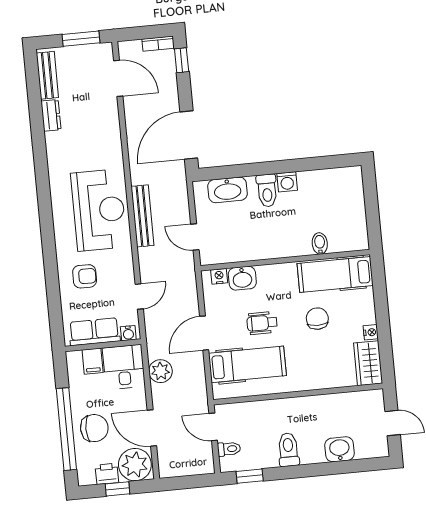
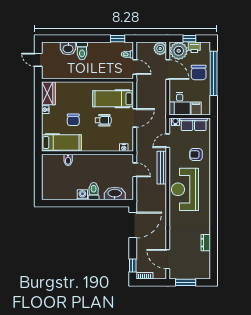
bench: (47, 75) -> (206, 264), removed
bench: (142, 216) -> (162, 168), moved
washbasin: (242, 278) -> (111, 145), removed
plant: (160, 371) -> (160, 49), moved
chair: (94, 428) -> (199, 72), turned -90
toilet: (288, 450) -> (82, 51), moved

